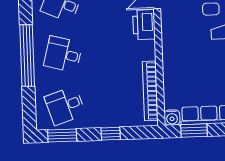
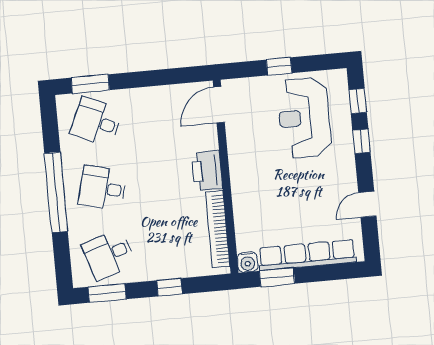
printer: (144, 25) -> (207, 171), moved

